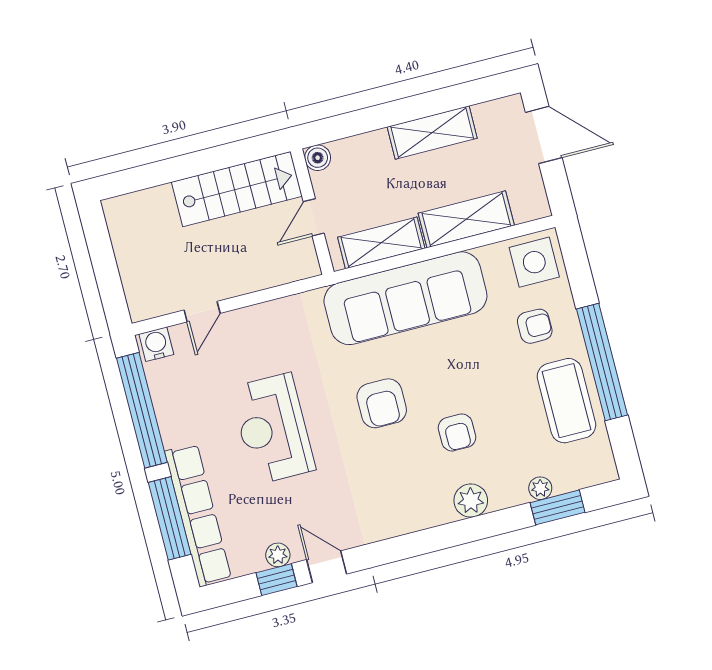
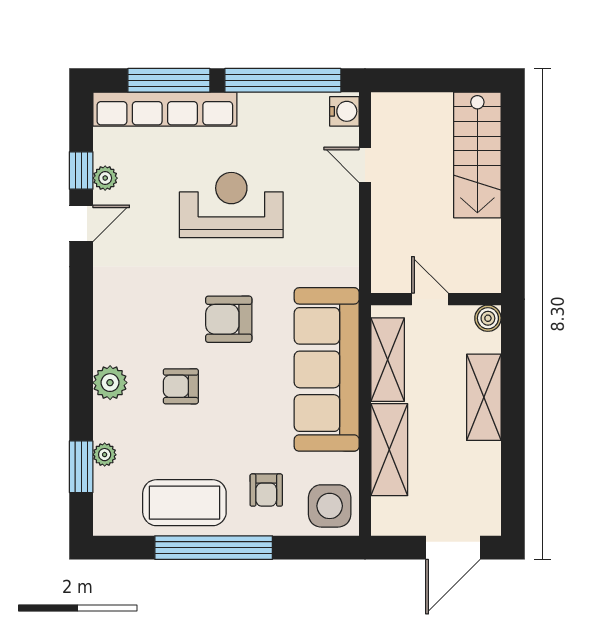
shelving: (432, 132) -> (484, 397), moved
stairs: (237, 189) -> (477, 155), moved

